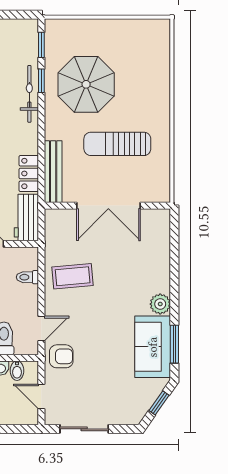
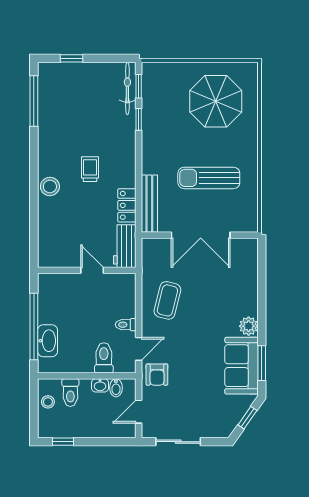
parasol: (86, 84) -> (216, 101), moved
bicycle: (29, 94) -> (127, 88), moved
coffee table: (73, 276) -> (167, 300), turned -71
toilet: (27, 277) -> (126, 325), moved
armchair: (61, 356) -> (157, 375), turned 90
door: (41, 396) -> (139, 412), hinge flipped

